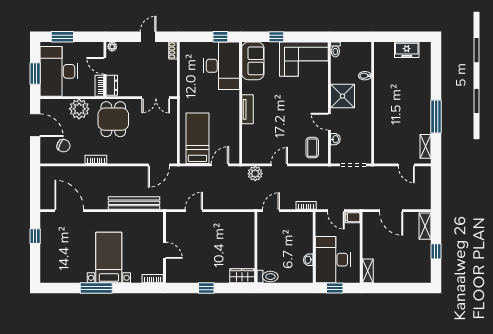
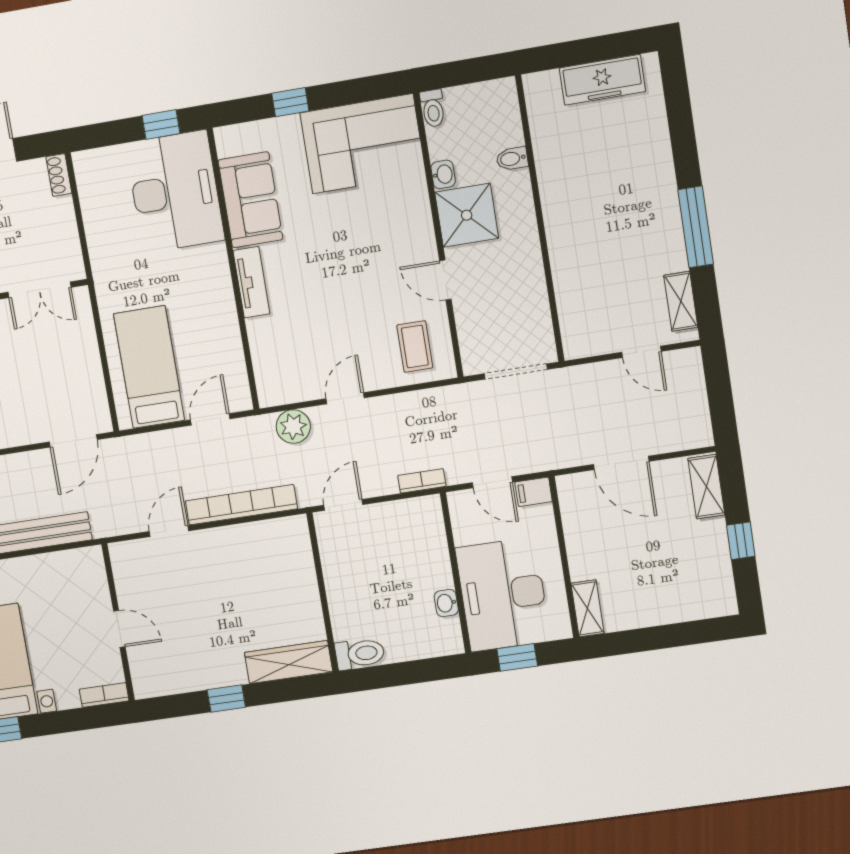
freezer: (407, 50) -> (602, 80), width x1.40
sofa: (253, 61) -> (250, 200), moved
washbasin: (335, 139) -> (443, 174), moved
bookcase: (227, 204) -> (241, 505), added
wardrobe: (242, 276) -> (288, 662), width x1.50

